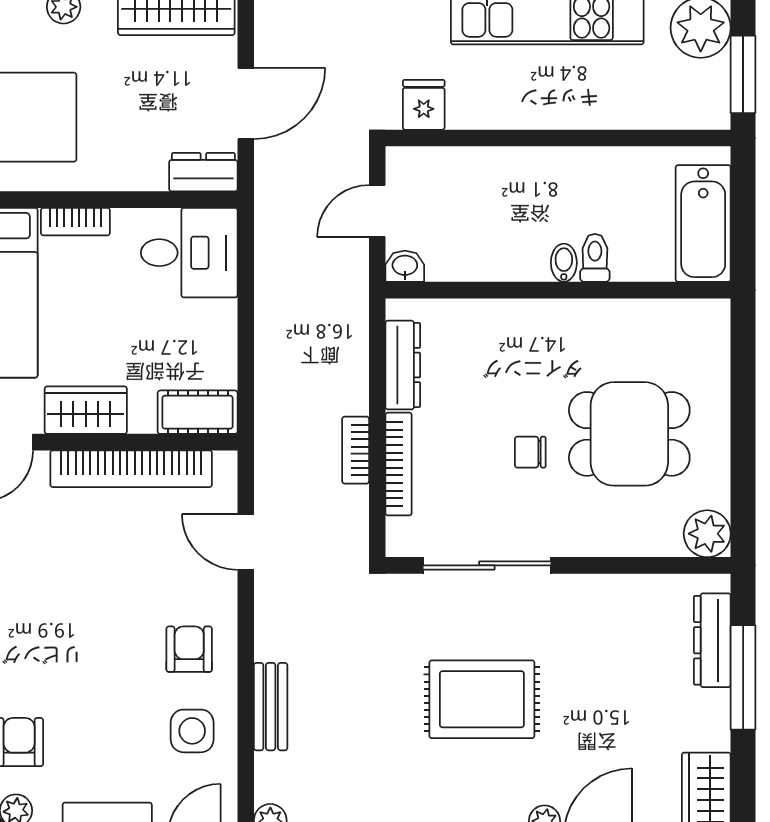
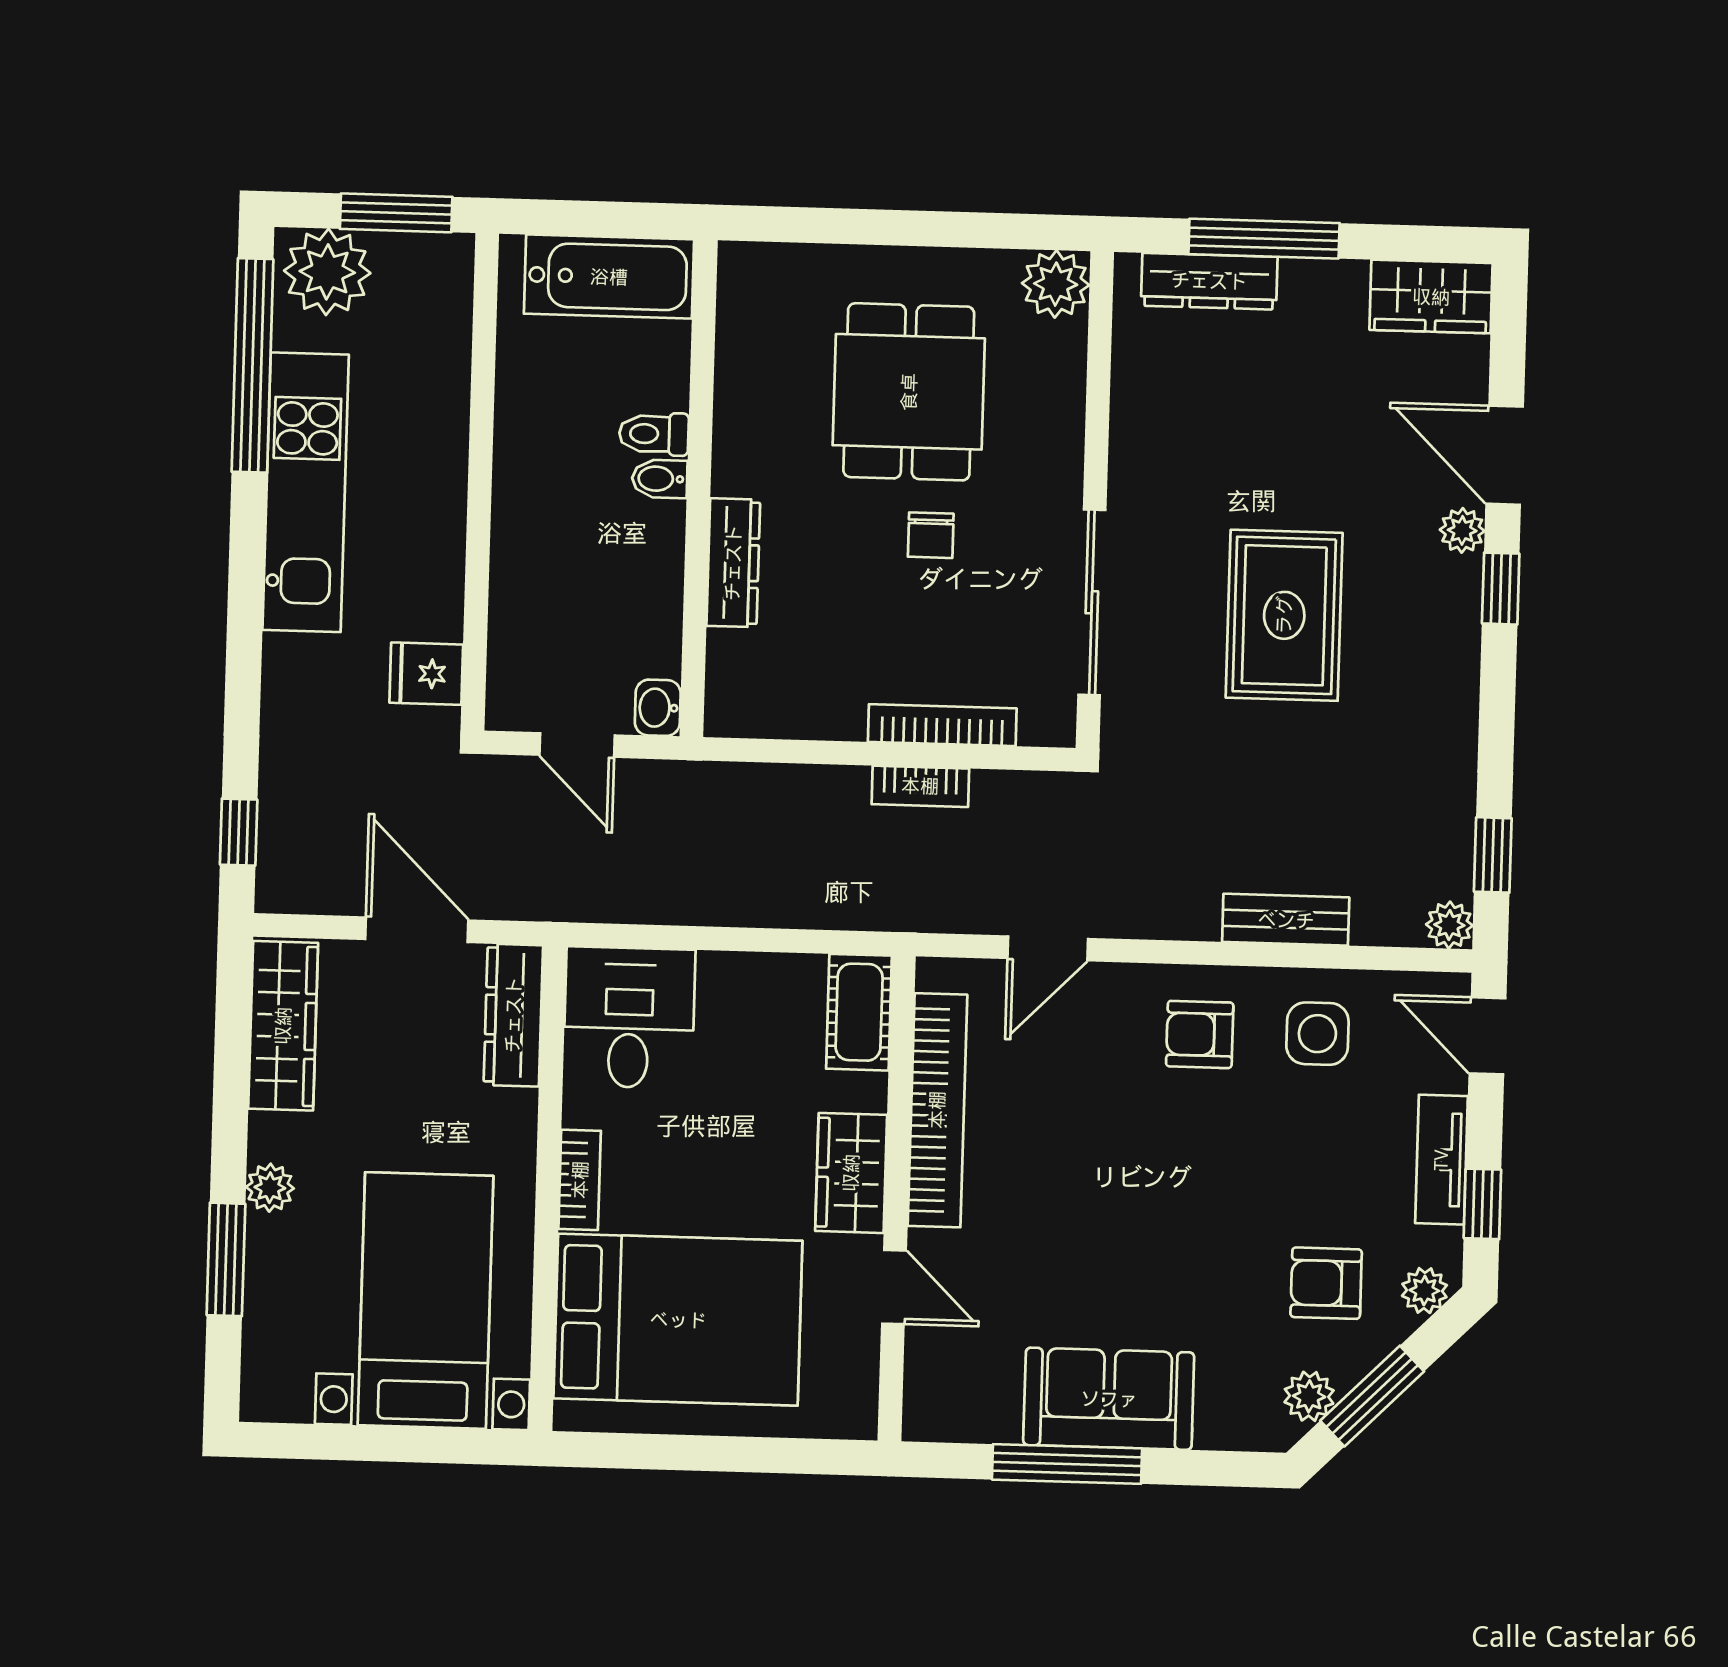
dresser: (203, 172) -> (513, 1015), width x1.44
dresser: (403, 365) -> (733, 563), moved, turned 90

